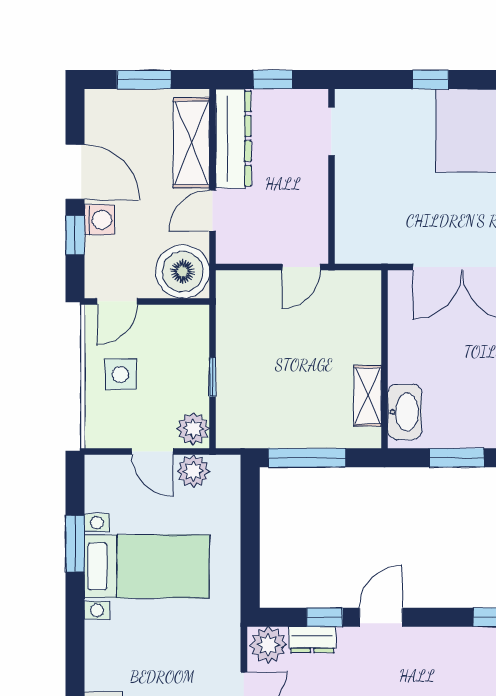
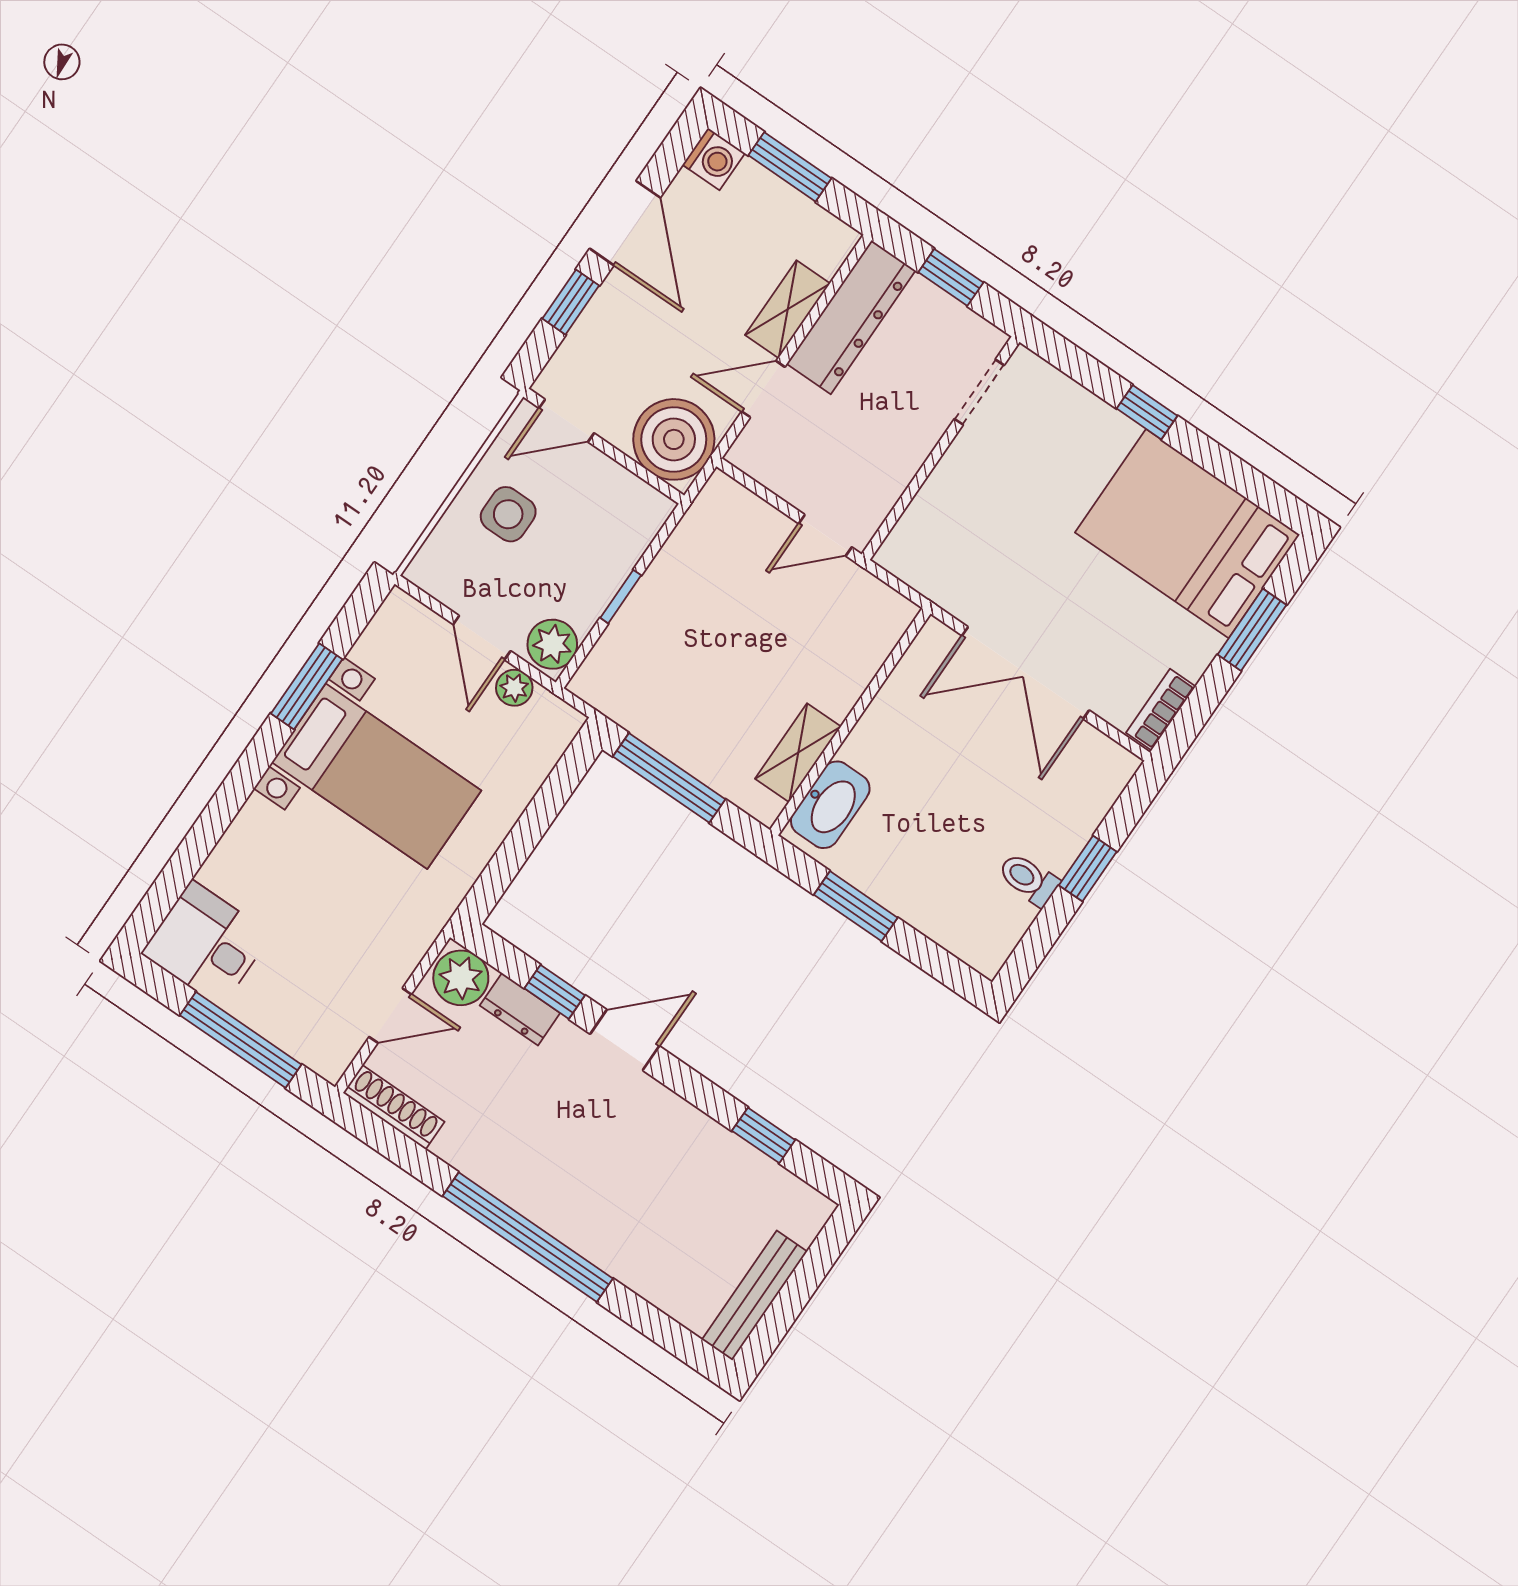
shelving: (191, 143) -> (788, 309), width x0.67, depth x0.75
washing machine: (99, 220) -> (714, 159), moved
plant: (193, 471) -> (514, 688), width x0.73, depth x0.73

